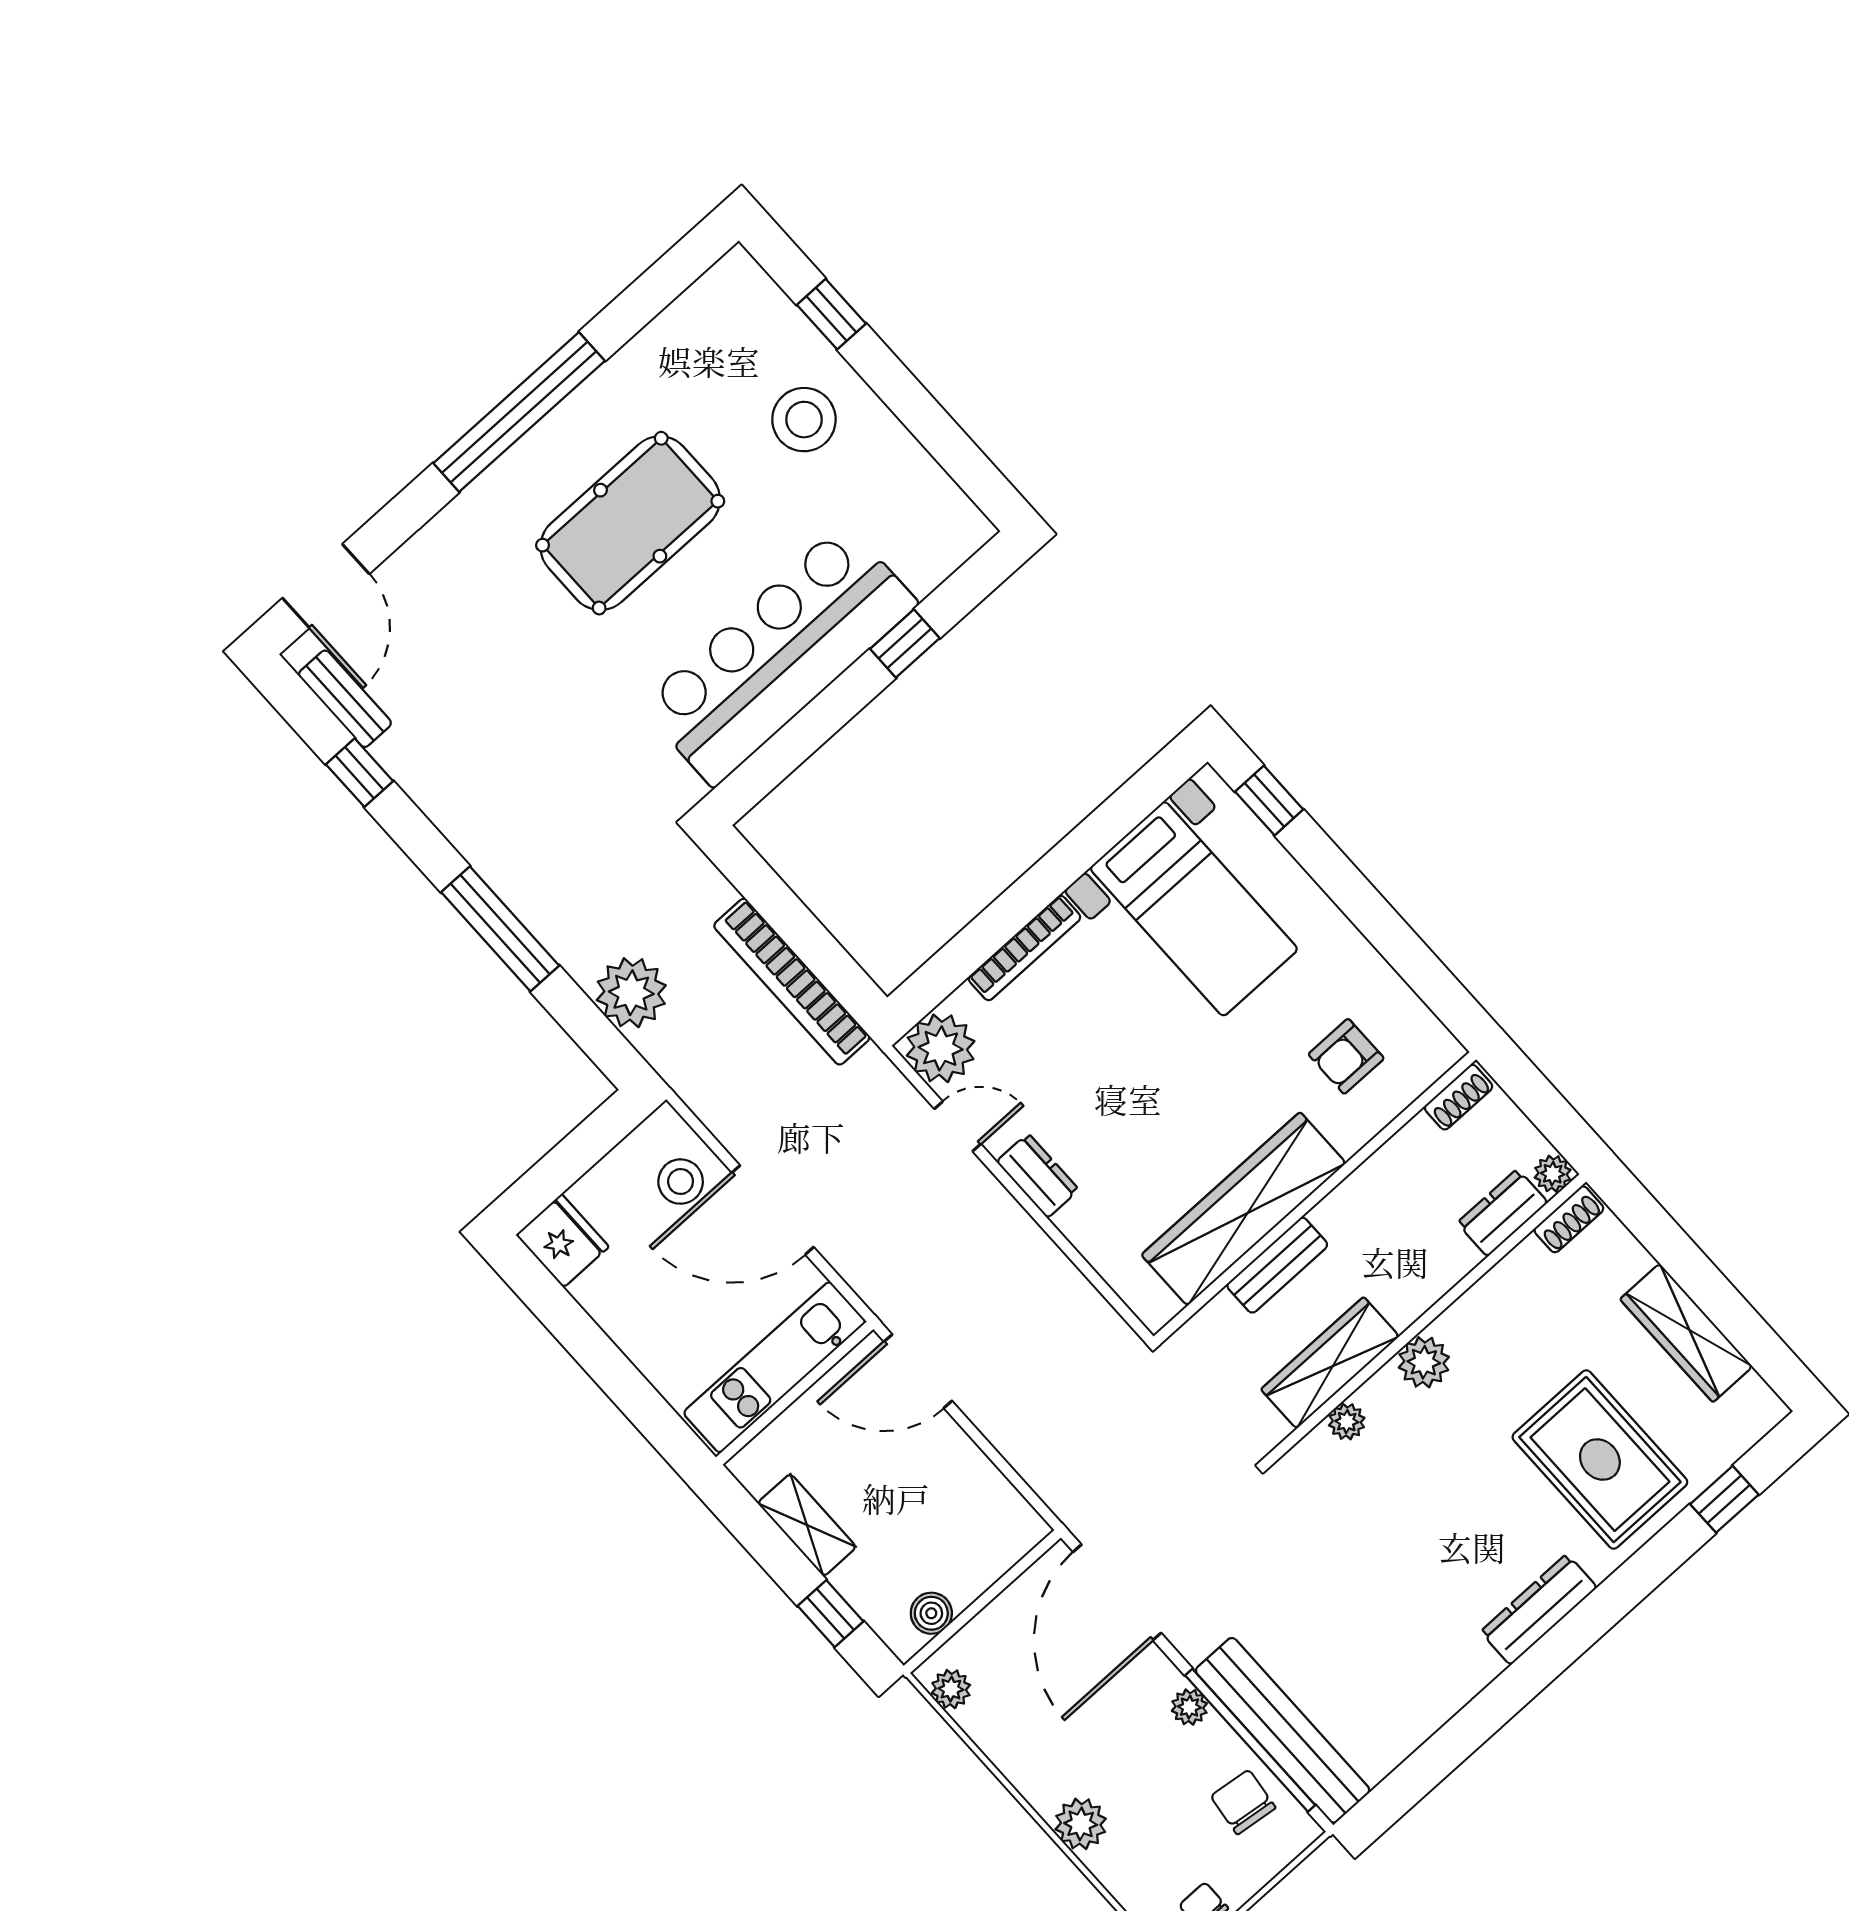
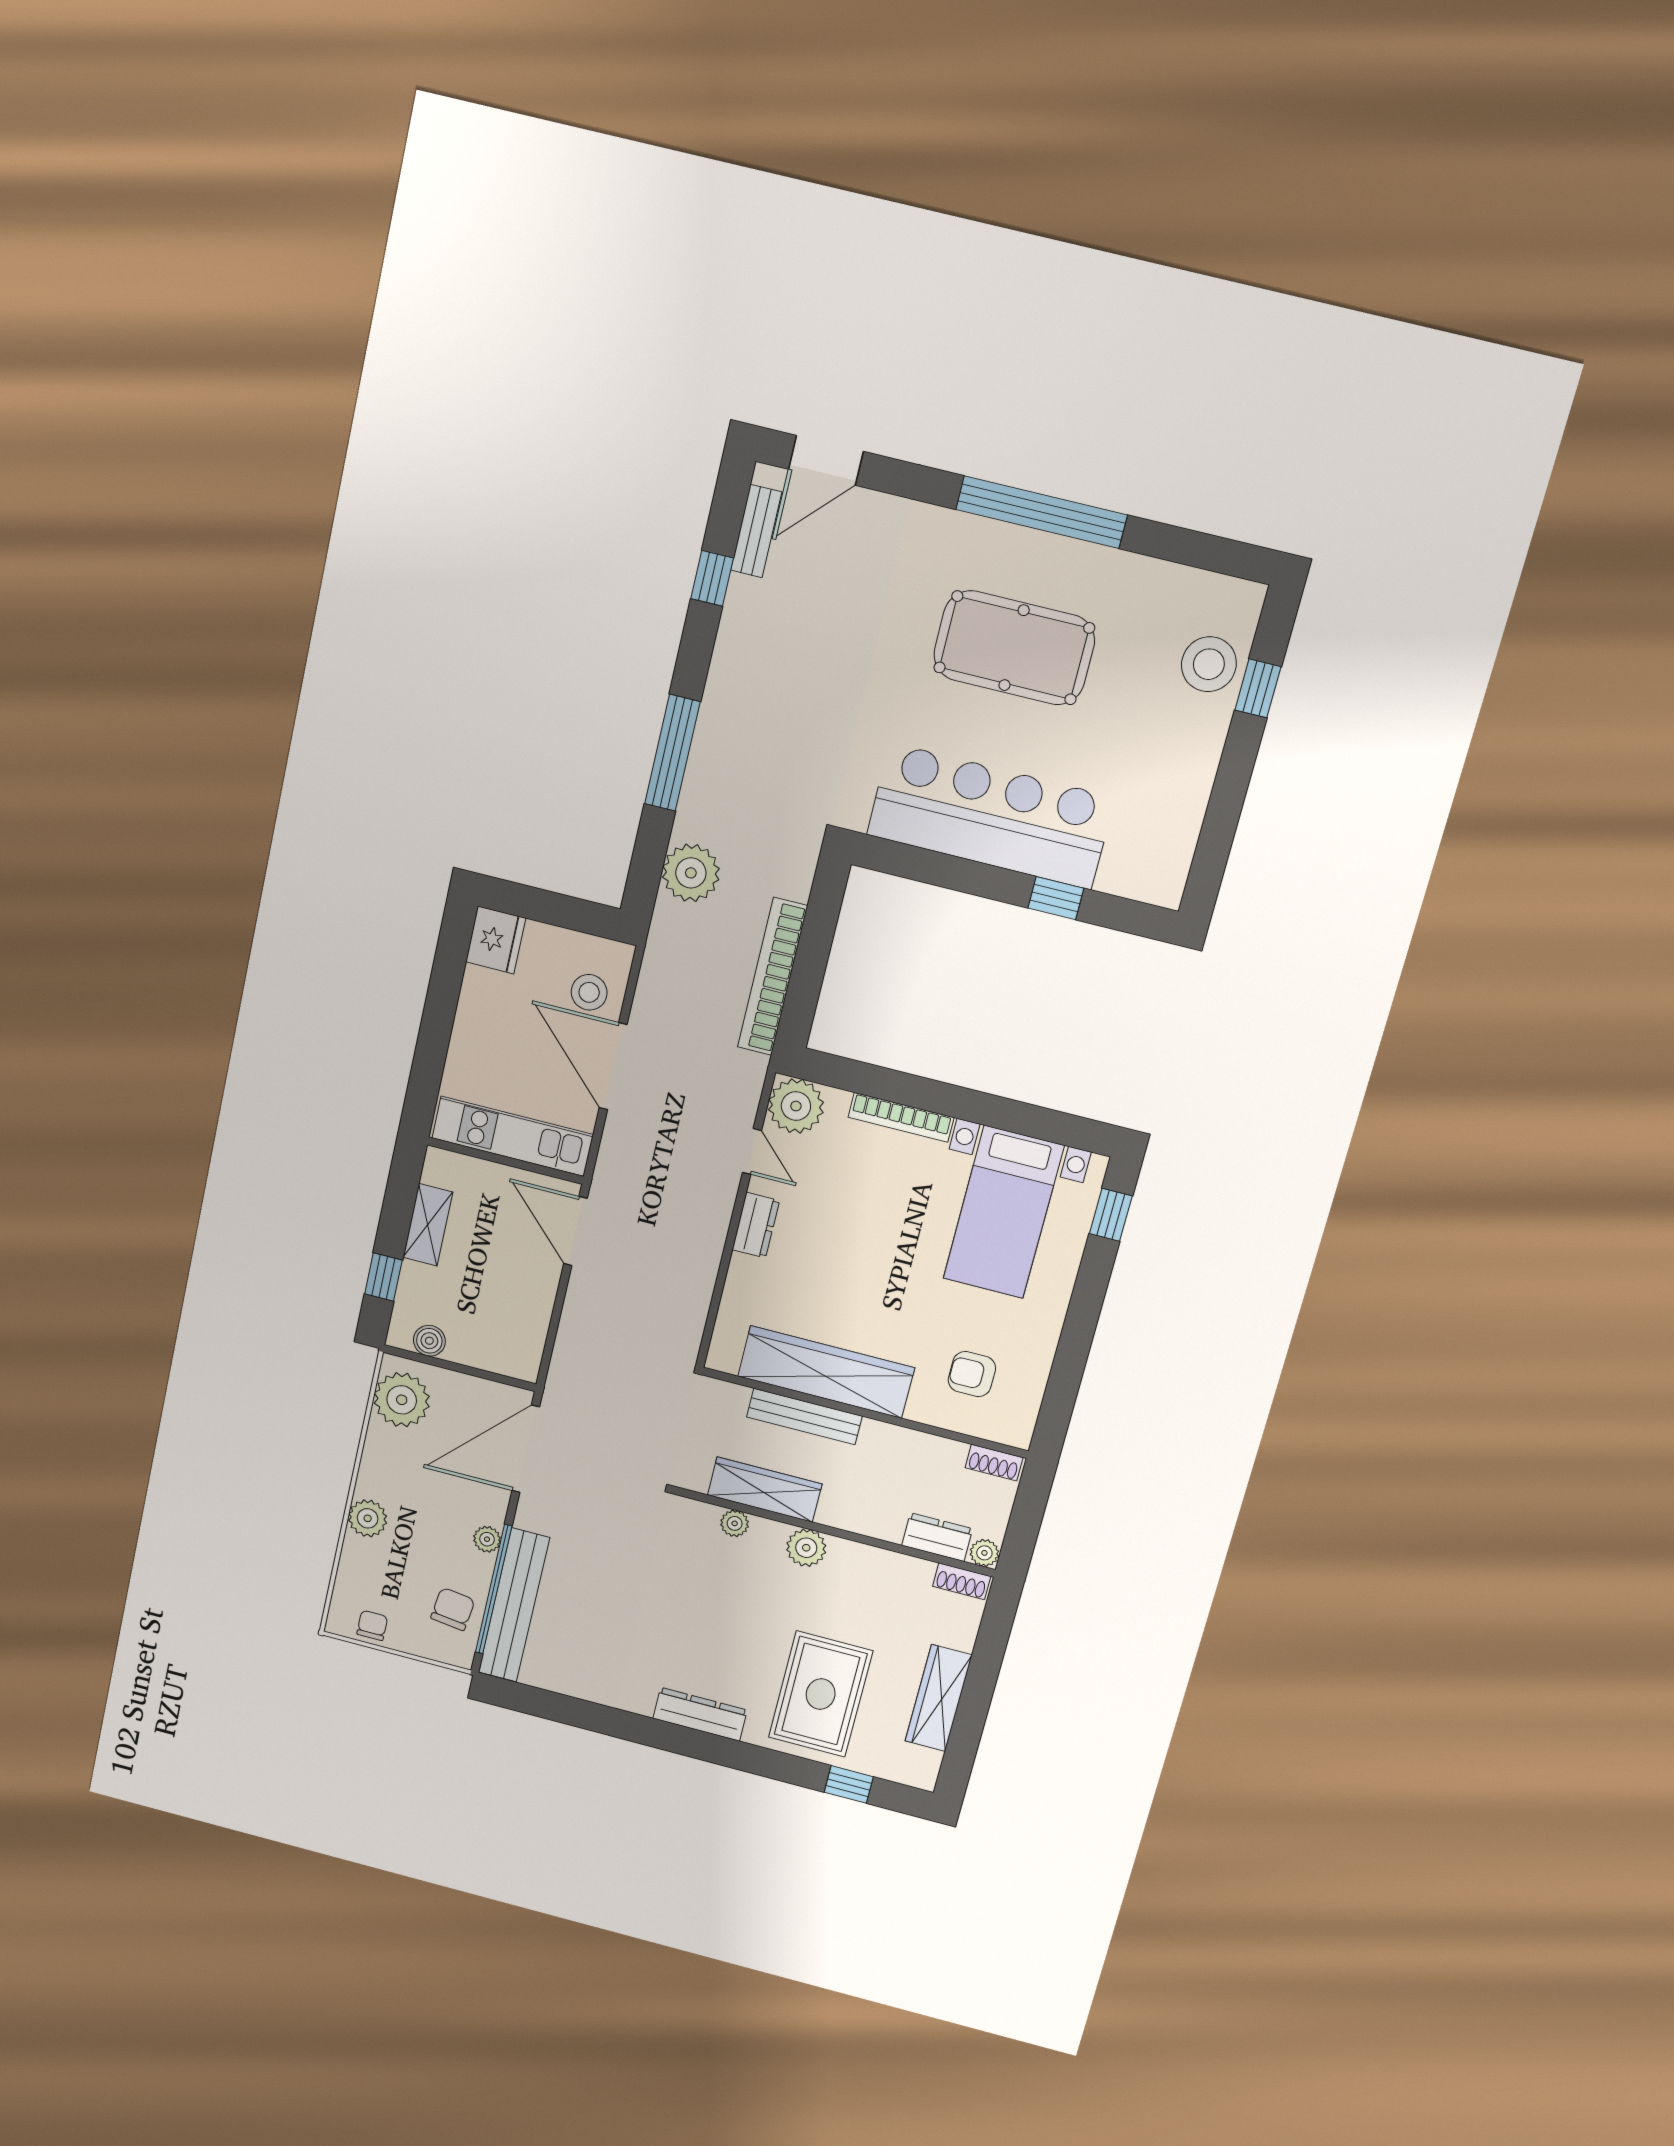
stool: (804, 420) -> (1209, 664), moved
bench: (1277, 1265) -> (804, 1417), width x1.36
plant: (951, 1689) -> (402, 1400), width x1.87, depth x1.87

